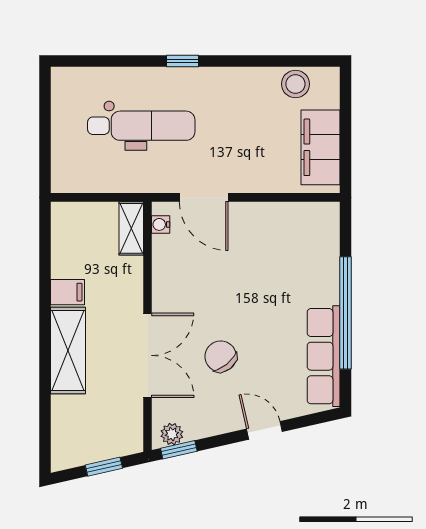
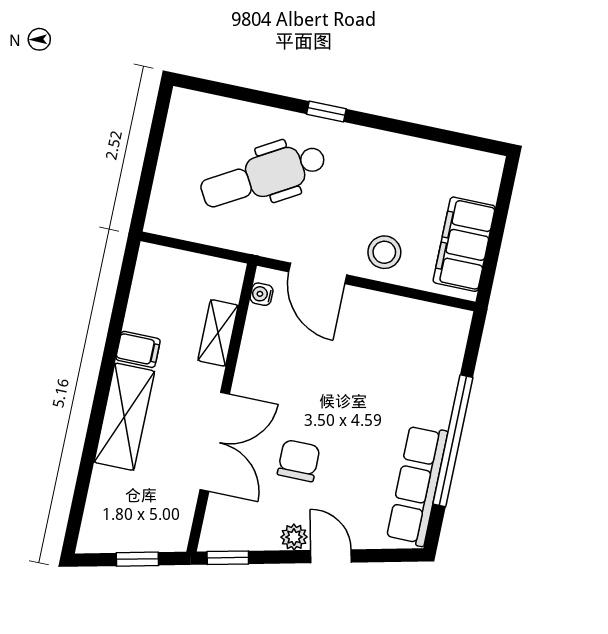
stool: (295, 84) -> (384, 252), moved
dental chair: (141, 126) -> (263, 176), turned 150
shelving: (131, 228) -> (218, 333), moved
chair: (221, 356) -> (299, 461), turned 39
plant: (172, 434) -> (294, 537), moved

